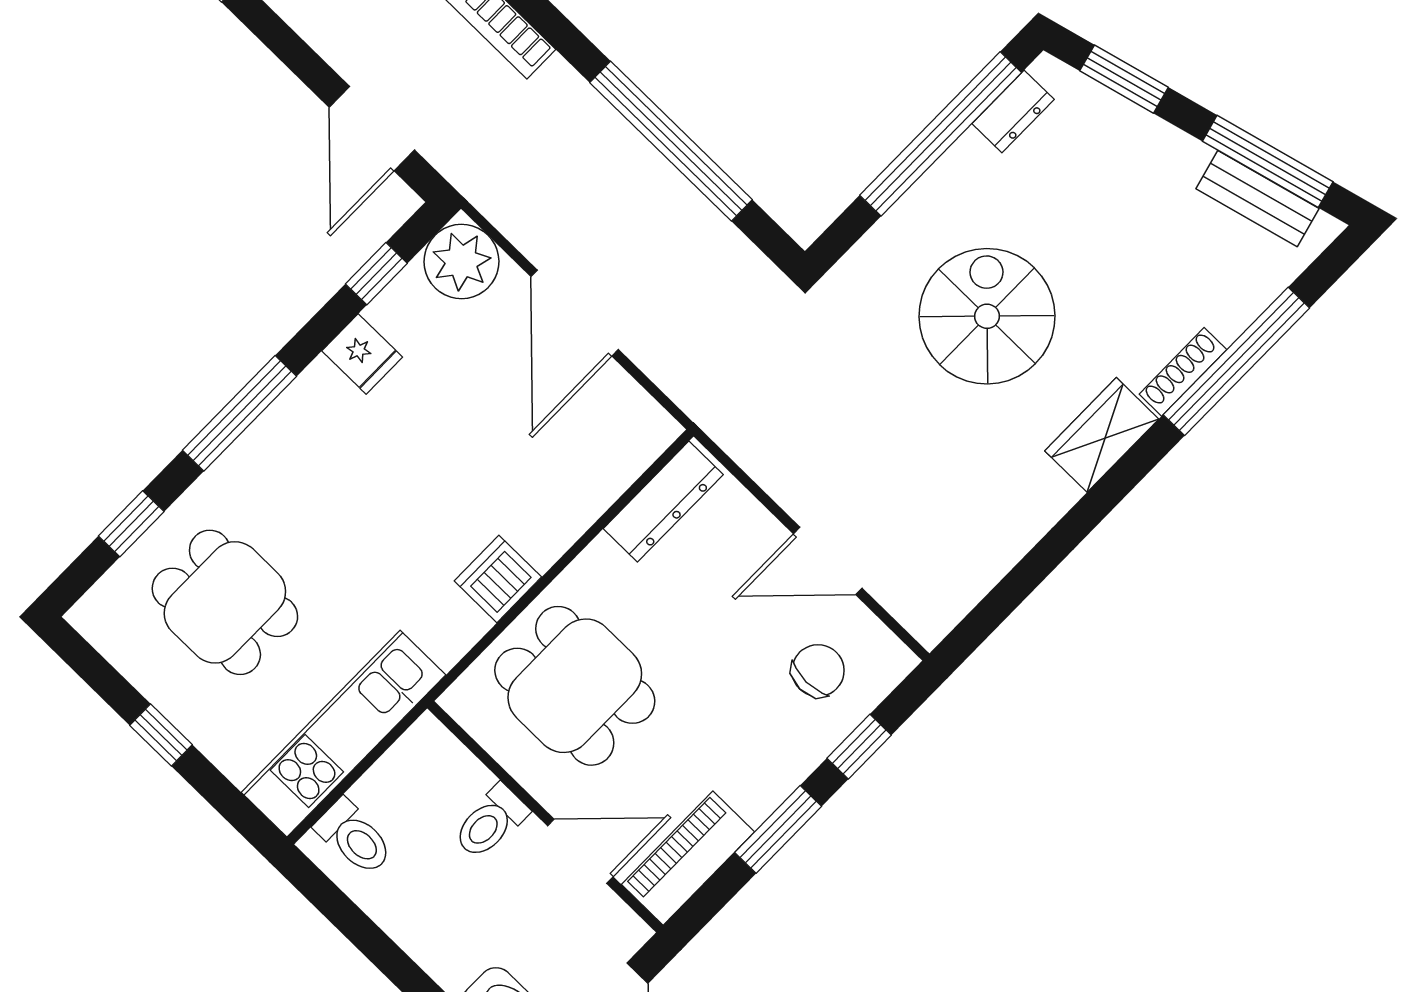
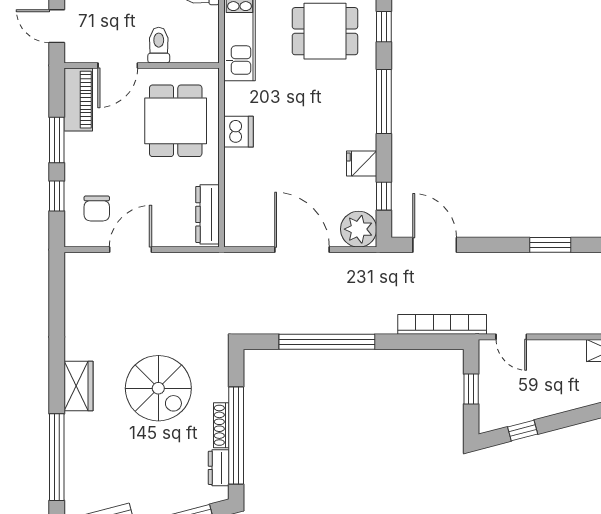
shoe rack: (1183, 372) -> (221, 425), moved, turned 180
dining table: (575, 686) -> (176, 121), turned 90

